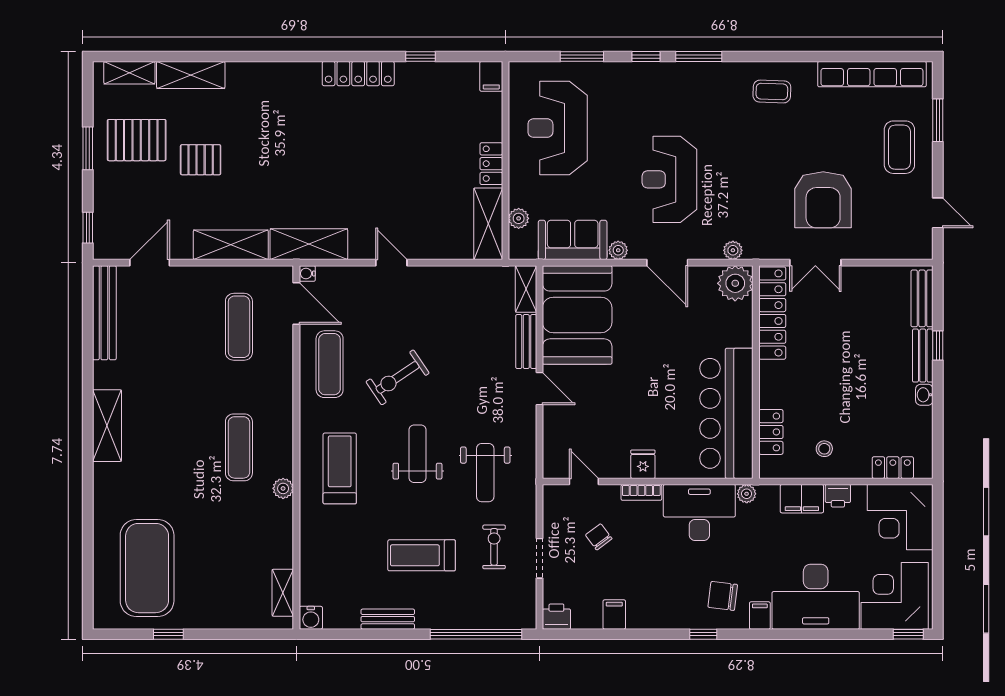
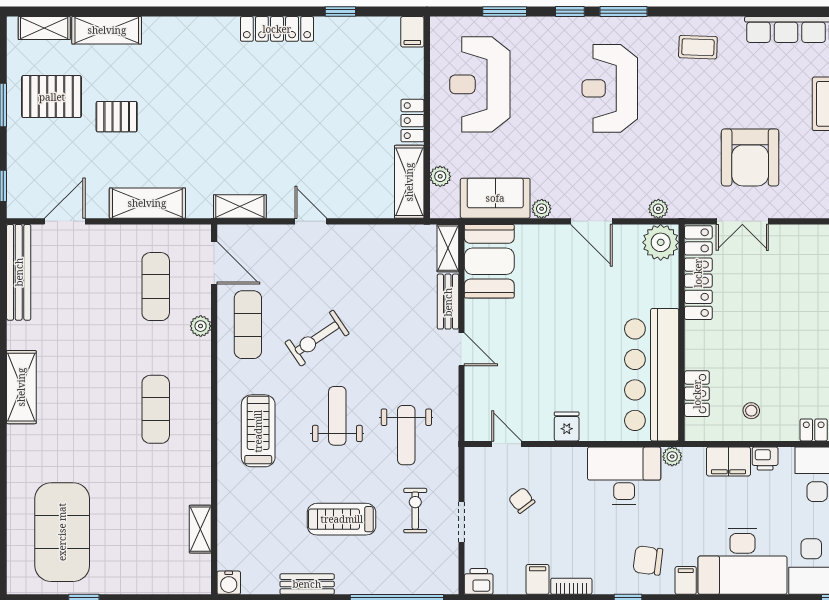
reception desk: (669, 179) -> (610, 88), moved
shelving: (309, 244) -> (240, 206), width x0.67, depth x0.75
water cooler: (307, 273) -> (225, 232), removed
booth: (577, 315) -> (489, 261), width x0.73, depth x0.70
plant: (283, 488) -> (201, 326), moved
bookcase: (641, 492) -> (571, 586), moved, turned 180
shelving: (283, 593) -> (200, 529), moved

